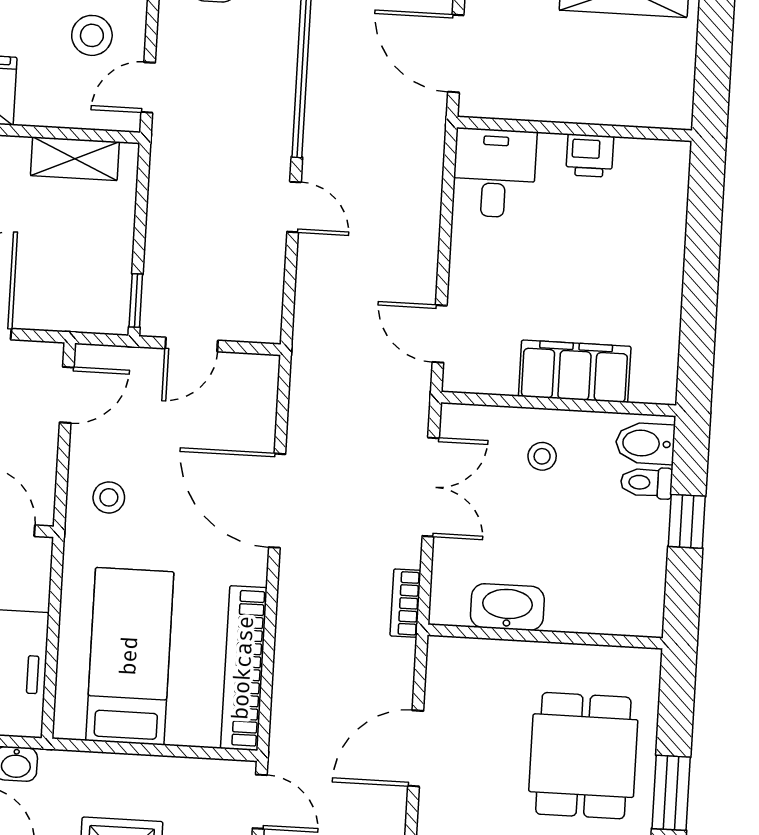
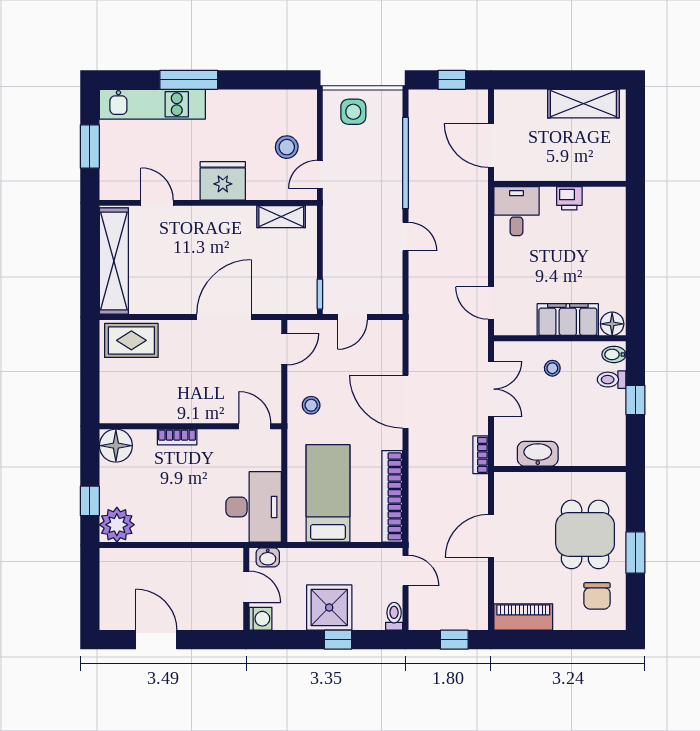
floor lamp: (653, 383) -> (612, 324), added
bidet: (645, 443) -> (614, 354), width x0.72, depth x0.74

